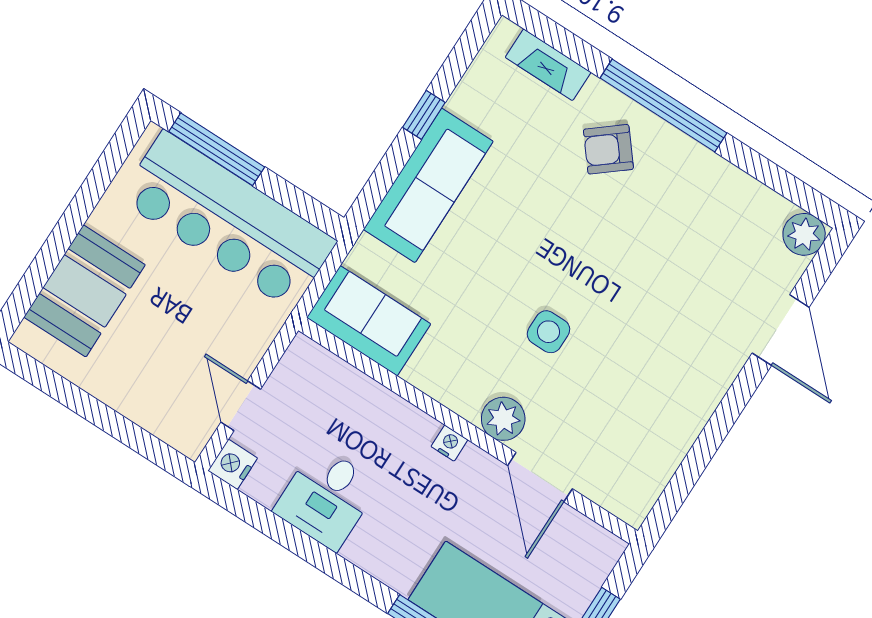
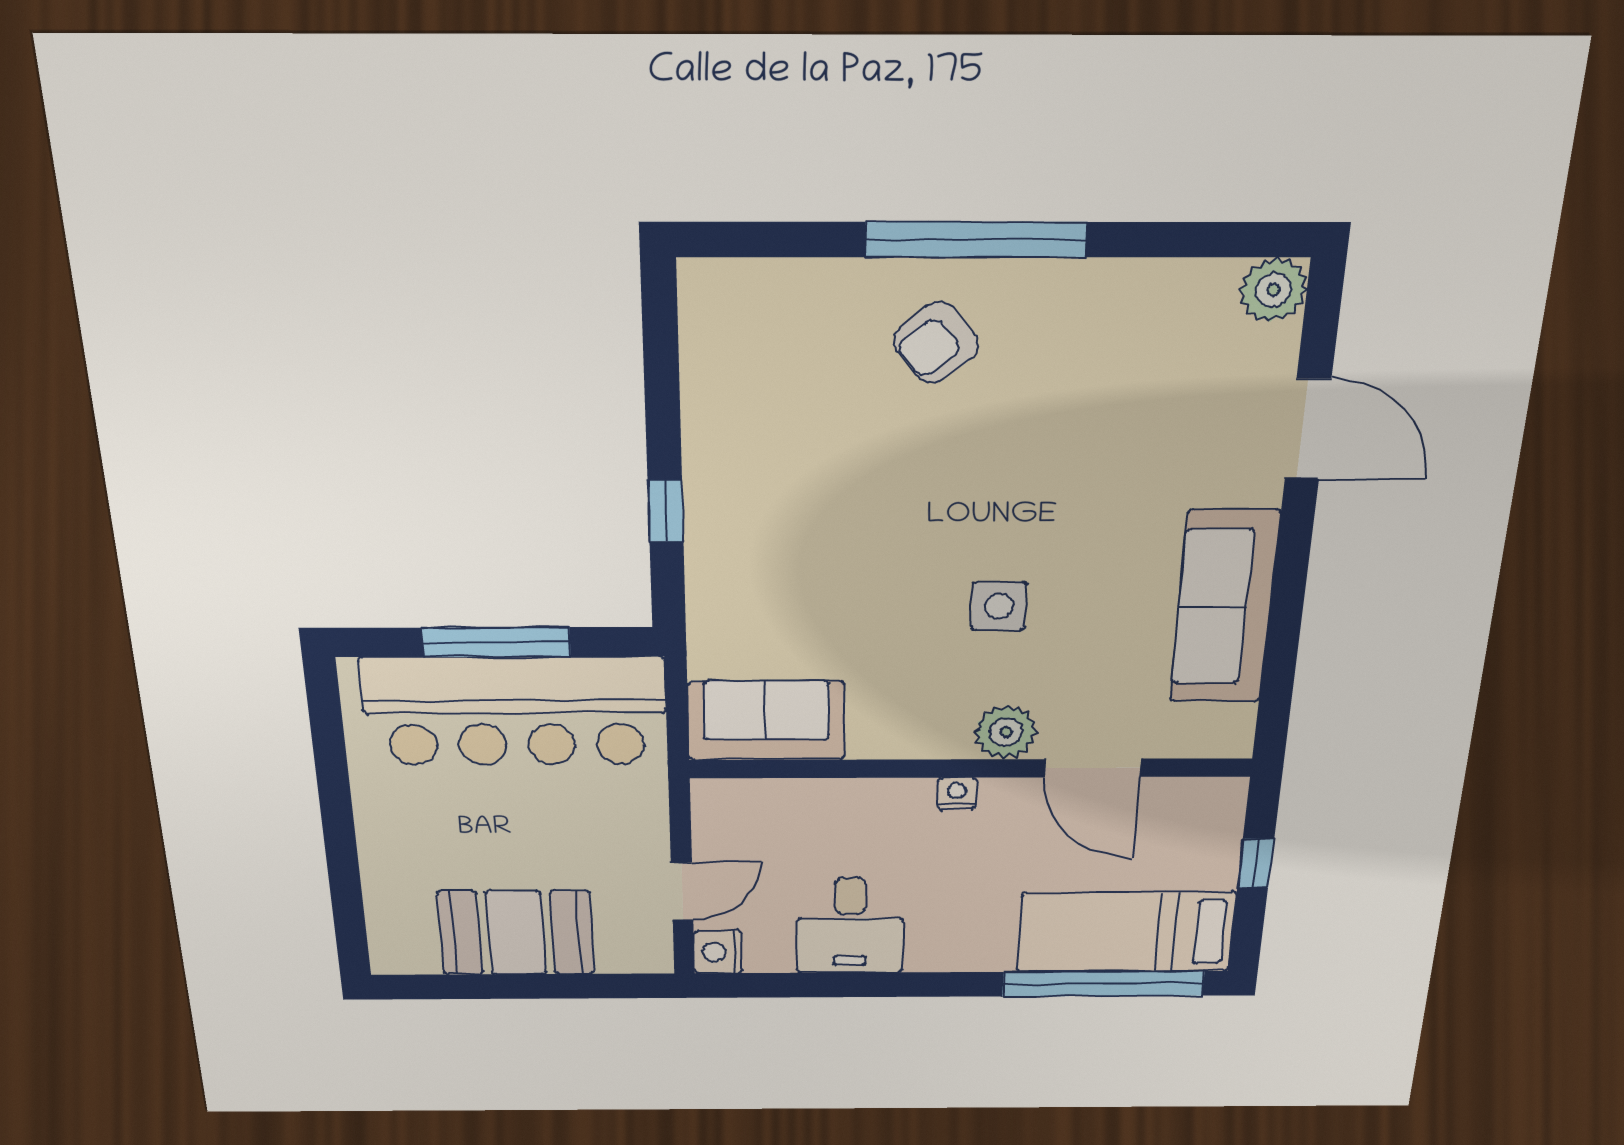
fireplace: (548, 65) -> (783, 284), removed
window: (424, 115) -> (666, 511), moved
window: (217, 149) -> (496, 642), moved
sofa: (428, 185) -> (1224, 607), moved, turned 180
booth: (85, 291) -> (516, 933), moved, turned 90
door: (241, 406) -> (682, 891), swing flipped

